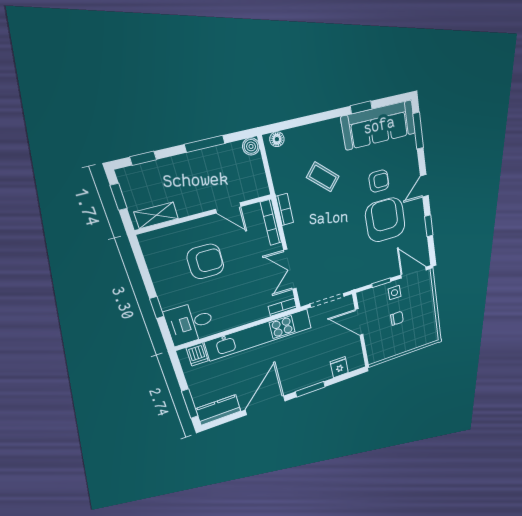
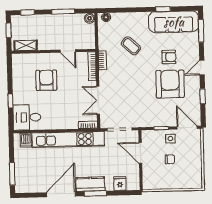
armchair: (205, 261) -> (46, 80), turned -90
kitchen counter: (218, 410) -> (90, 184), moved

